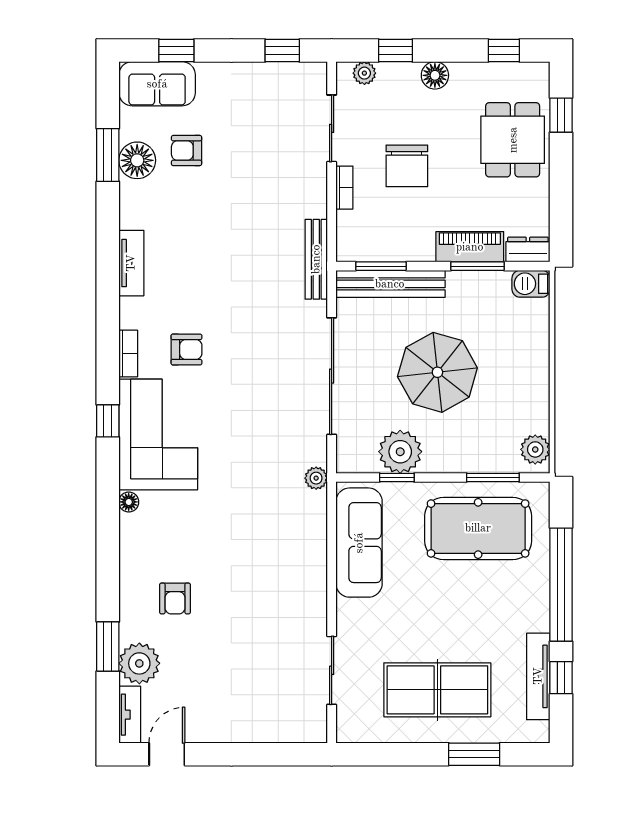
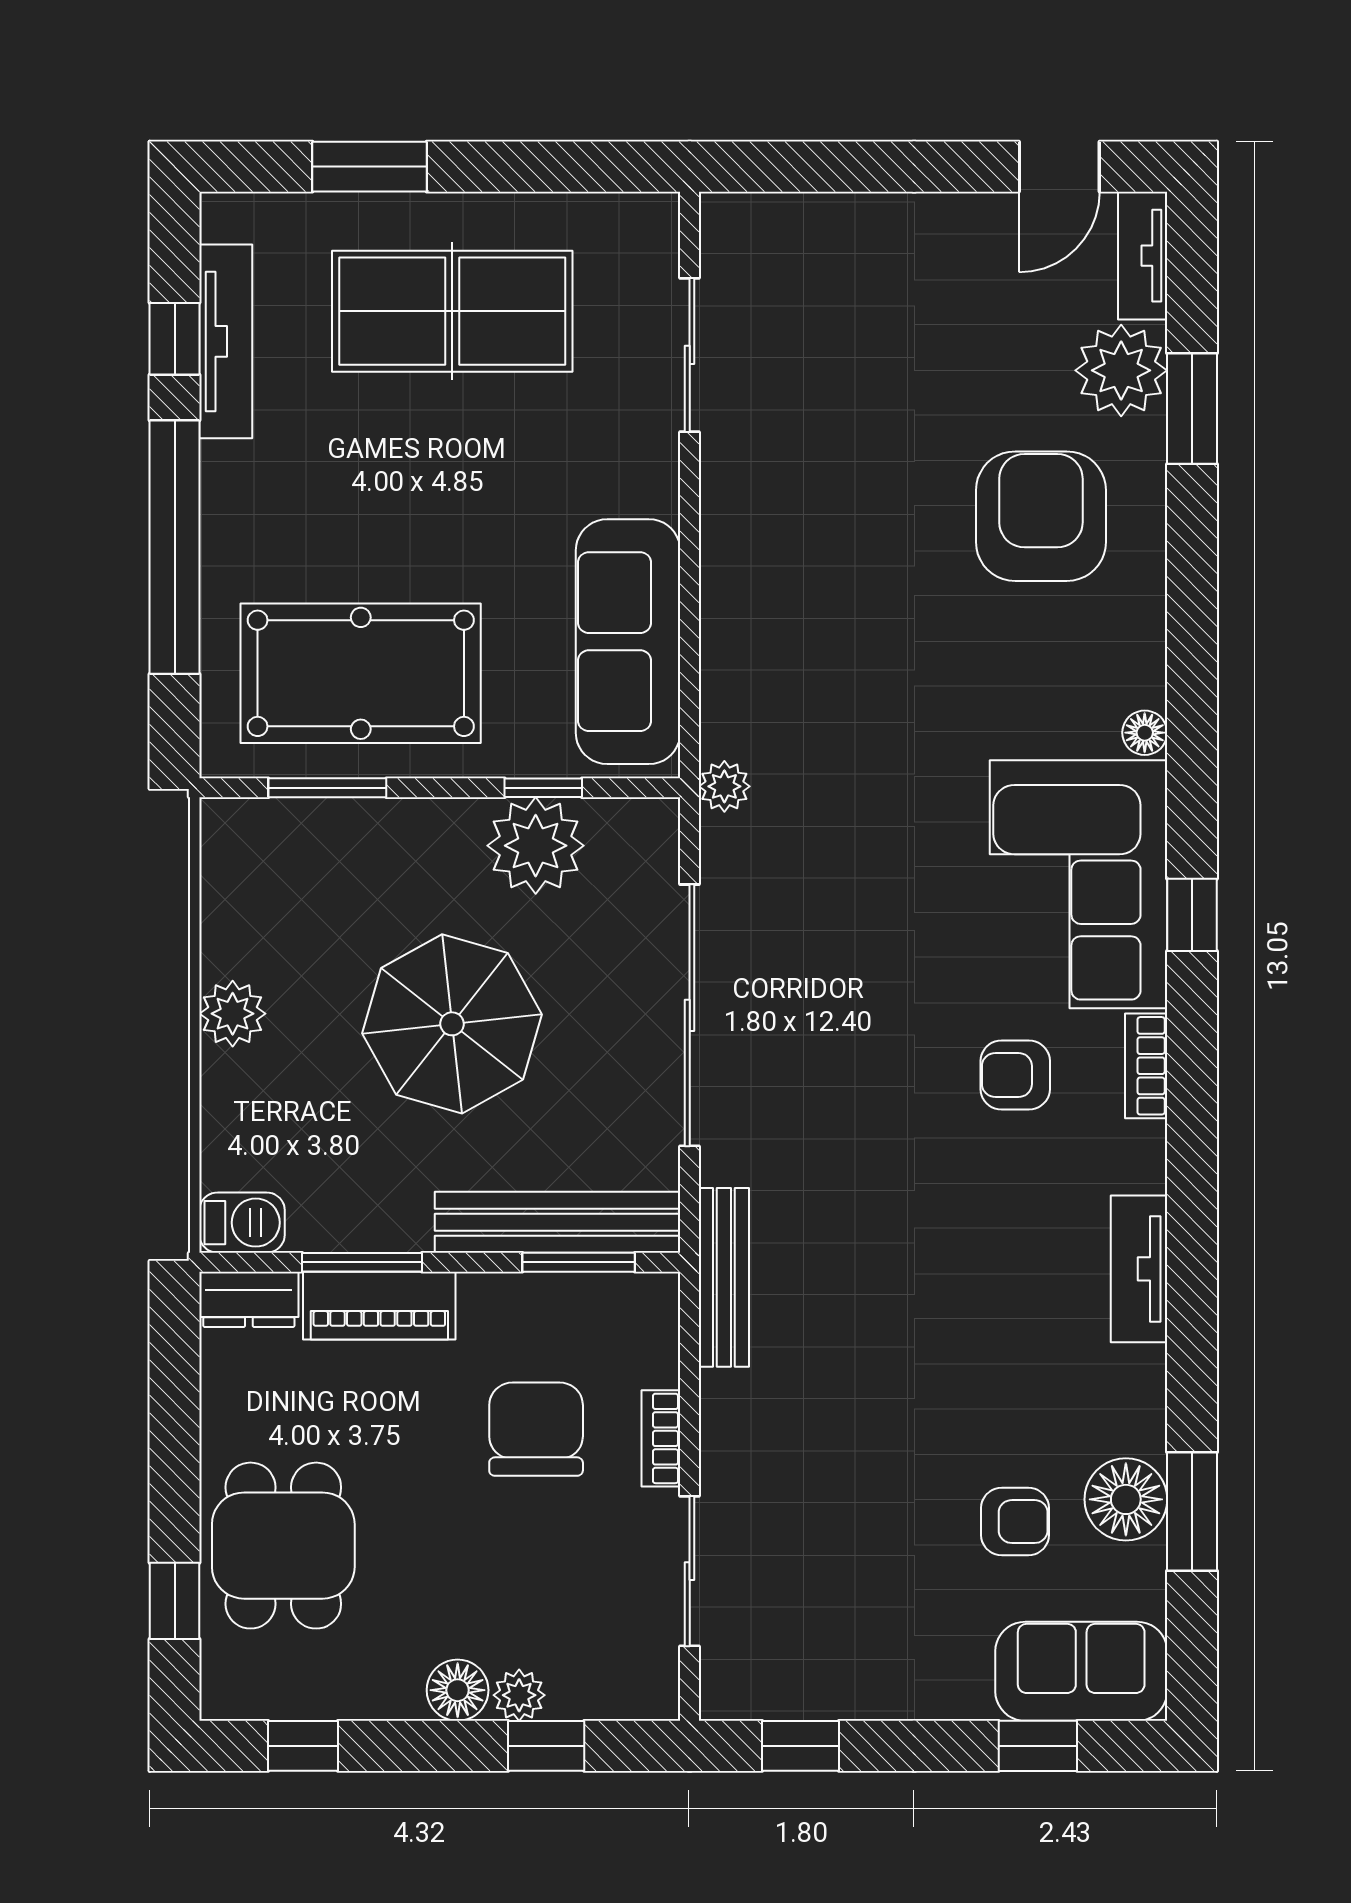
plant: (364, 73) -> (519, 1695), moved
chair: (407, 166) -> (536, 1429), moved
plant: (535, 449) -> (233, 1014), moved
armchair: (175, 599) -> (1041, 516), width x1.88, depth x1.88

